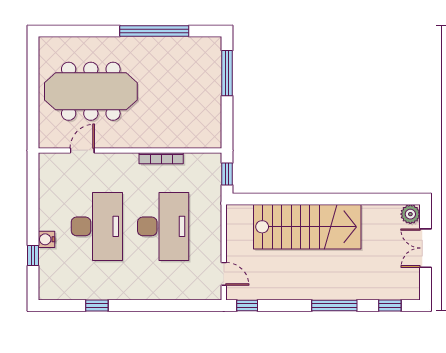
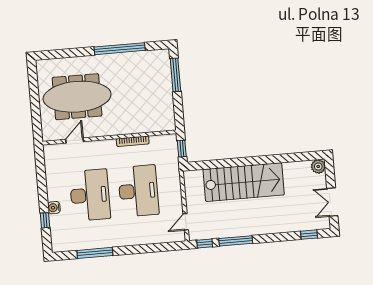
double door: (425, 248) -> (332, 202), moved
door: (224, 274) -> (186, 222), swing flipped
window: (97, 306) -> (95, 253), width x2.17
window: (334, 306) -> (236, 241), moved

